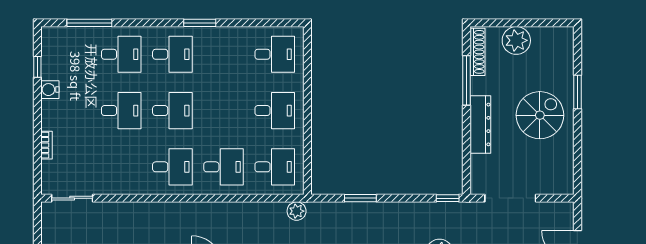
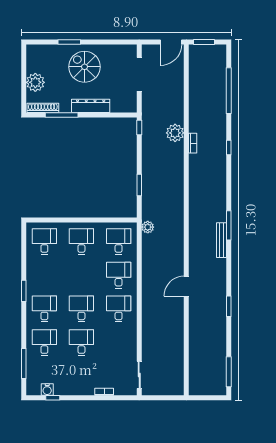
water cooler: (50, 90) -> (47, 390), moved
doorway: (510, 198) -> (139, 74), moved

